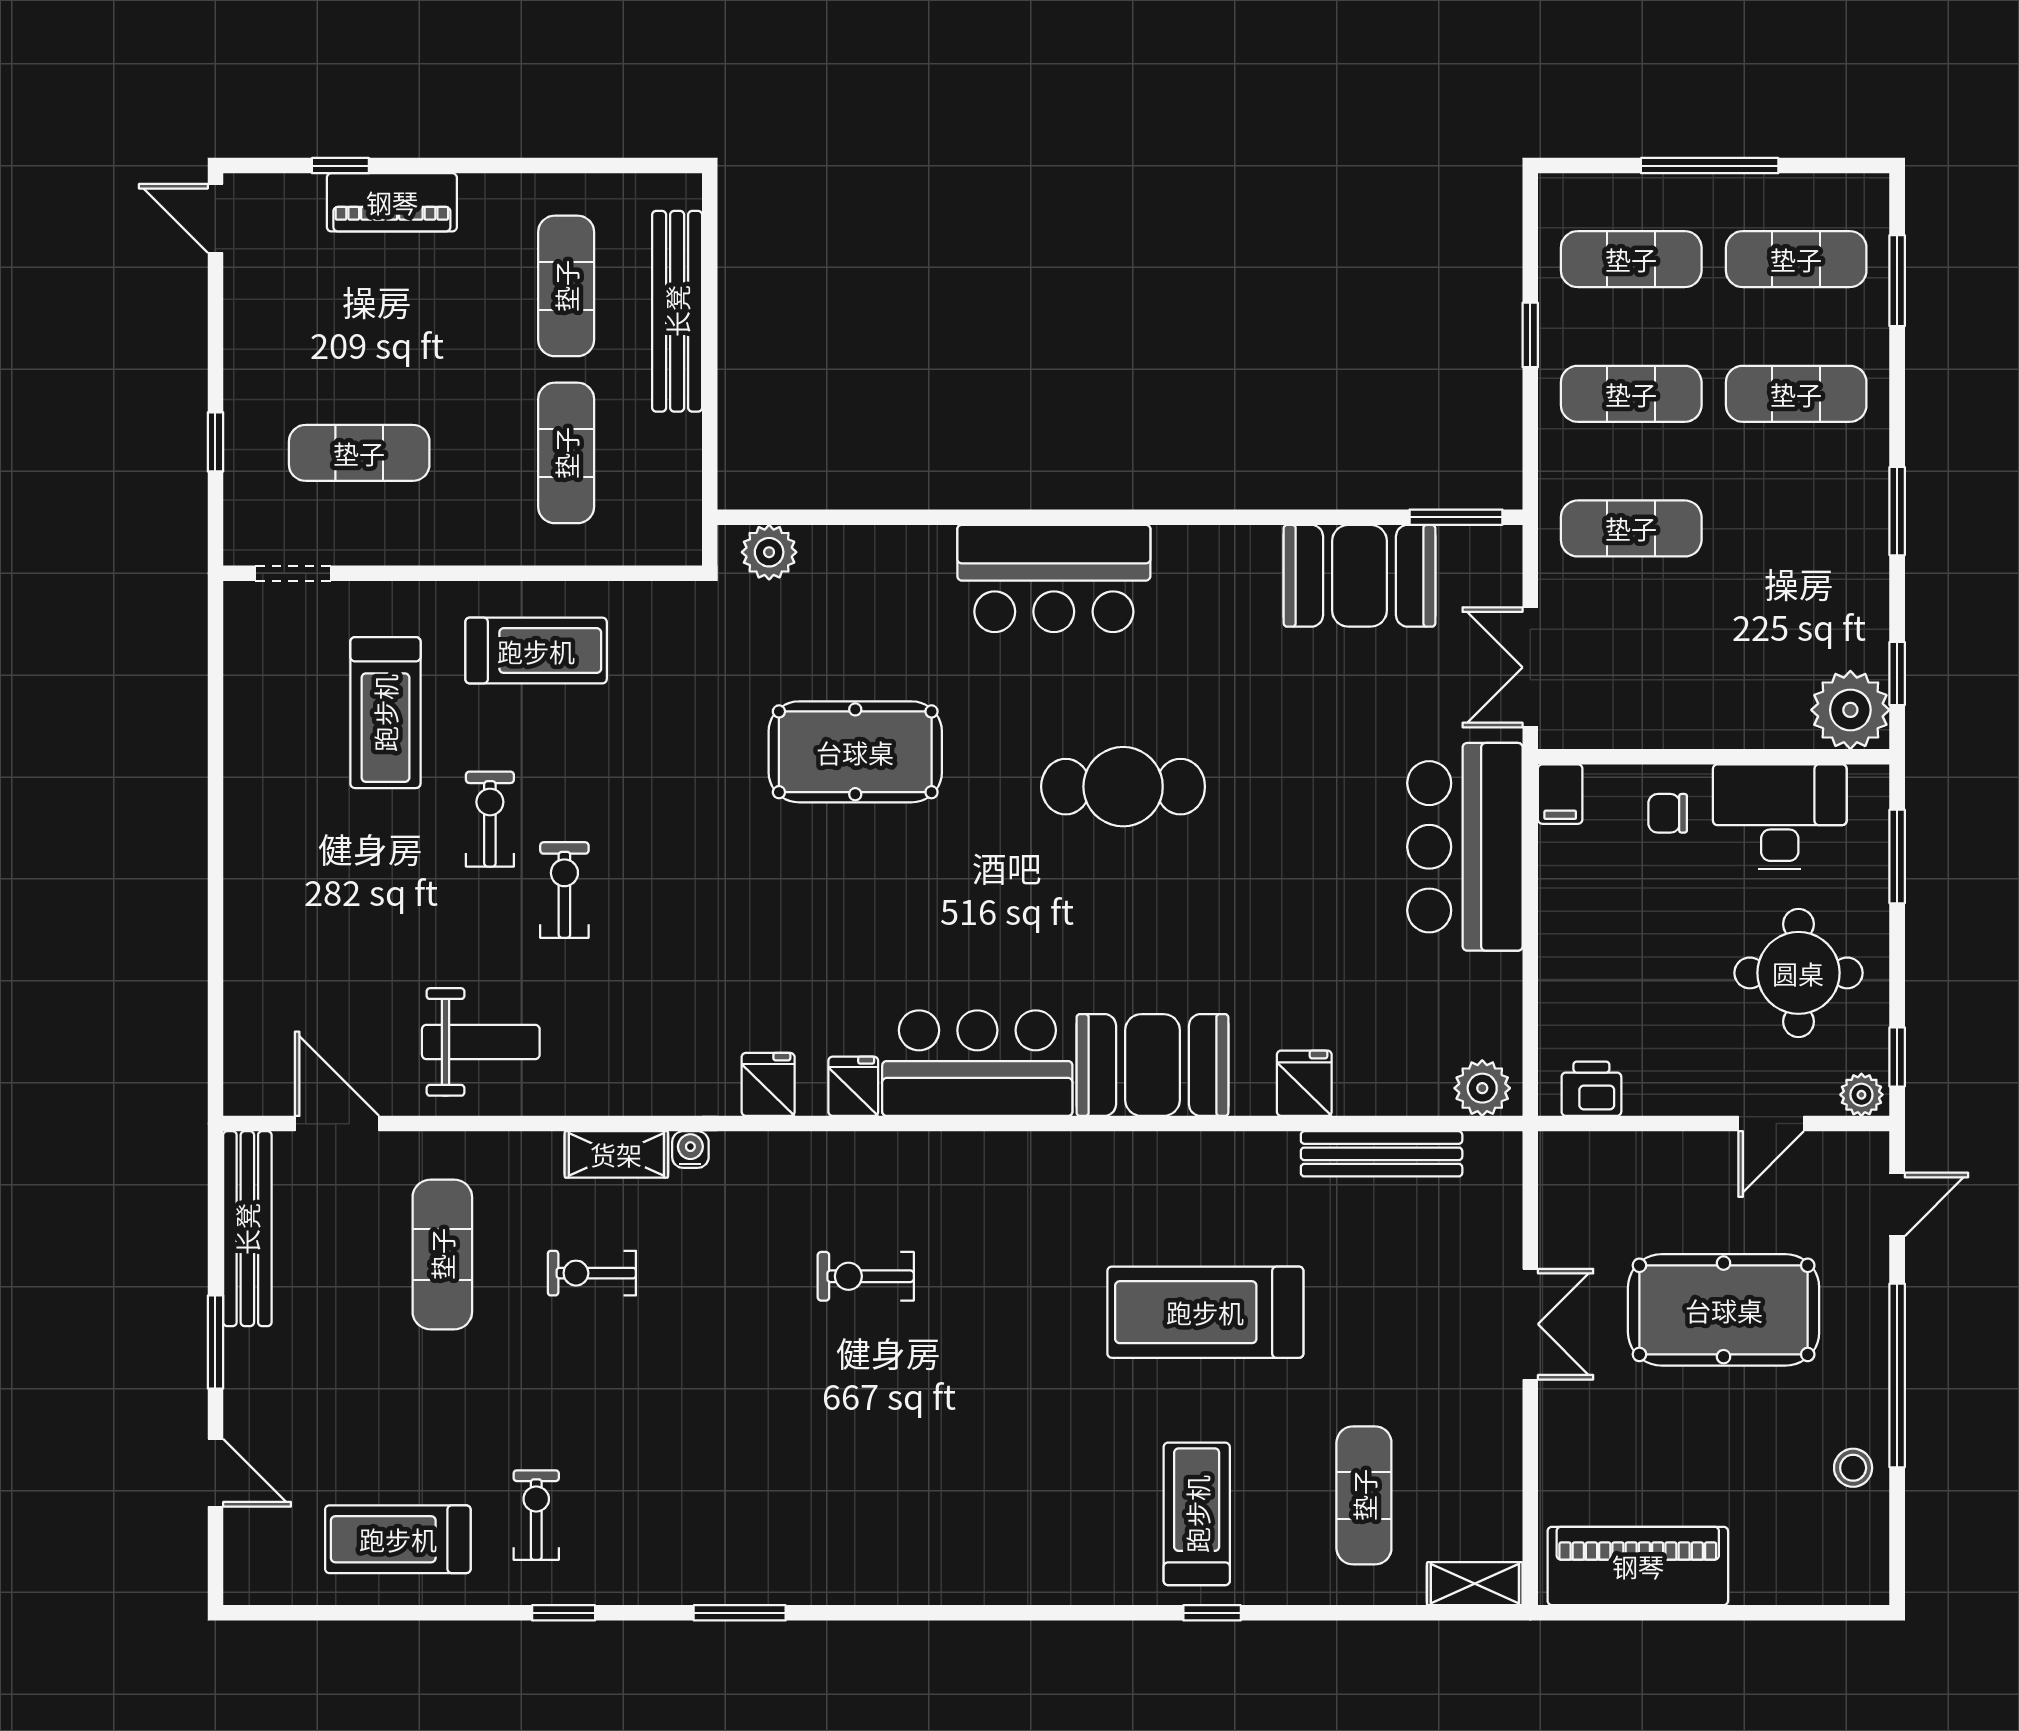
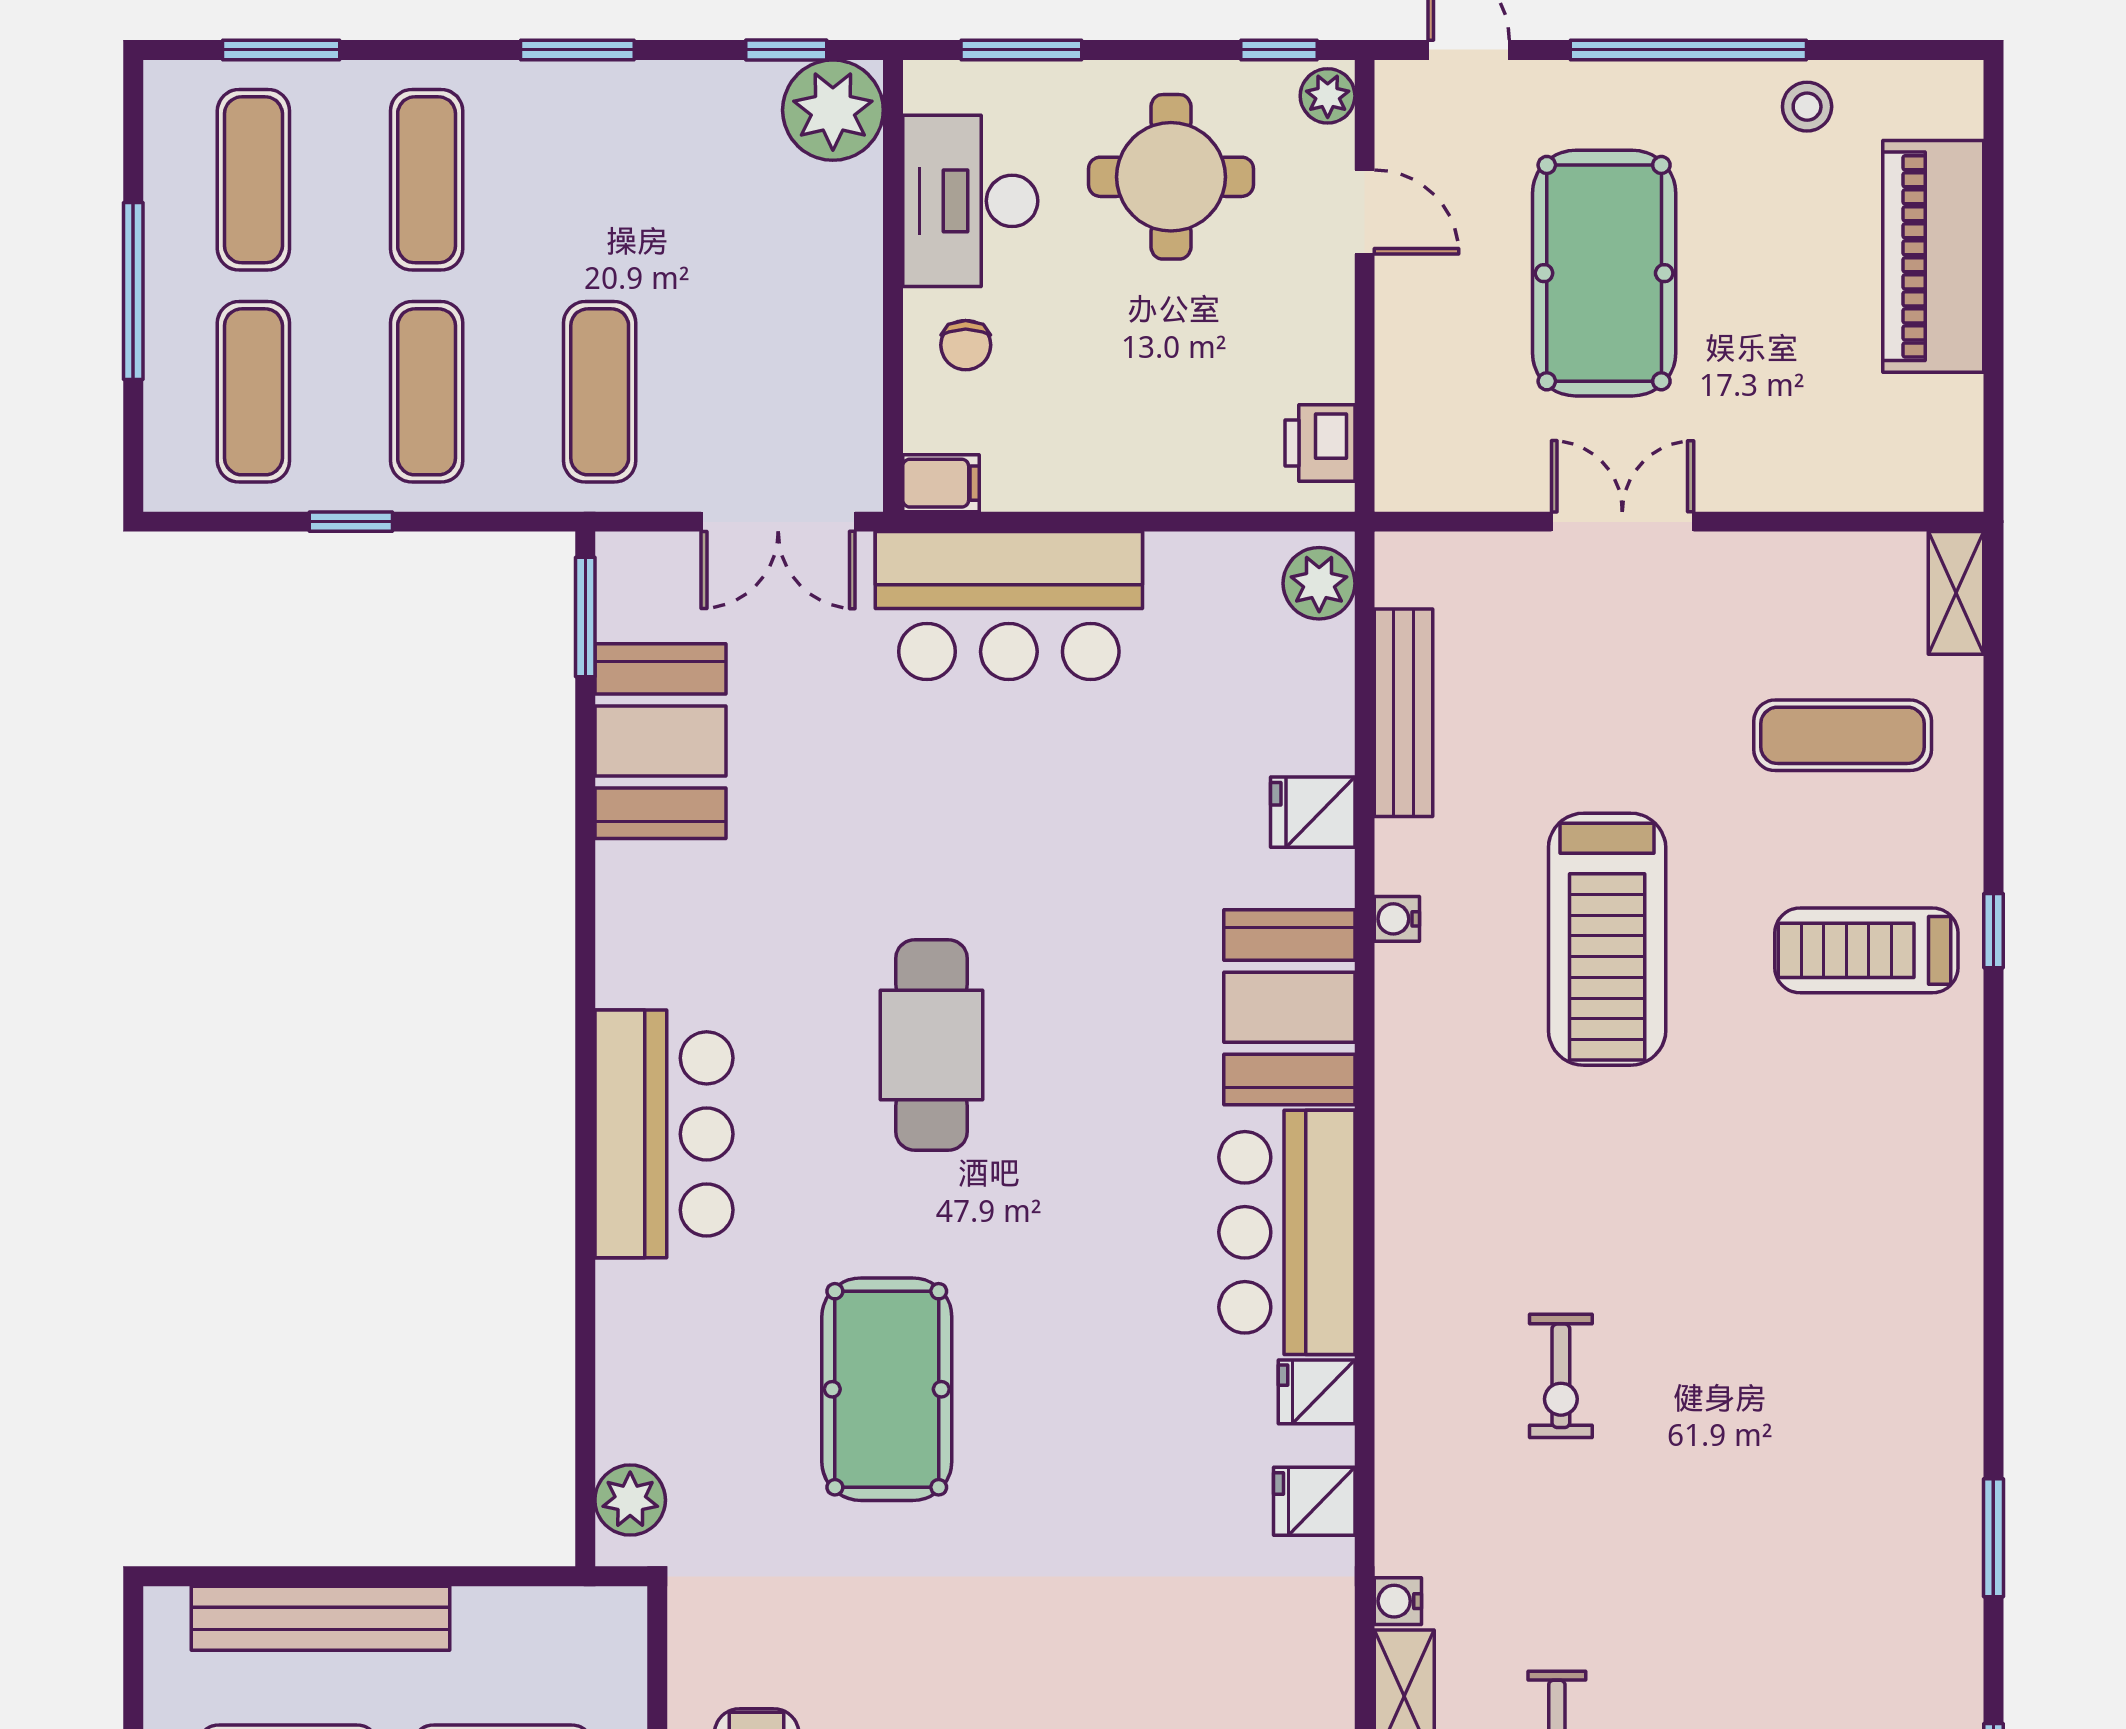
water cooler: (1221, 1149) -> (1397, 919), added
piano: (1638, 1566) -> (1933, 256), moved

